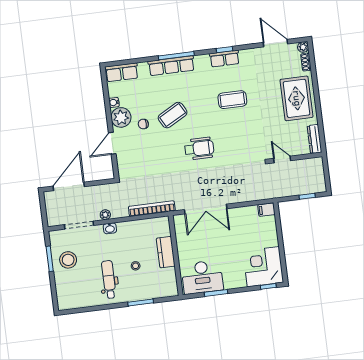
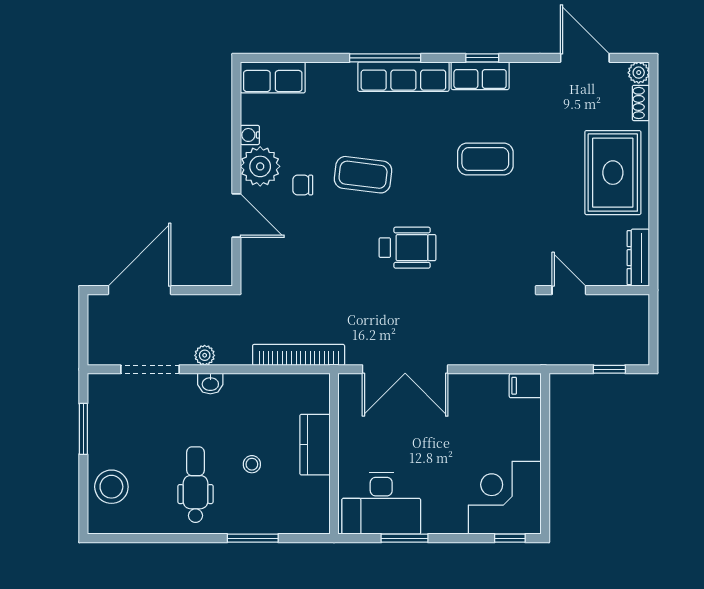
row of seats: (171, 66) -> (403, 77), moved
coffee table: (173, 115) -> (363, 175), turned 36
door: (112, 143) -> (236, 216), swing flipped
stool: (68, 260) -> (111, 487), moved

